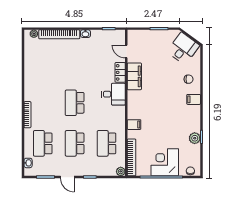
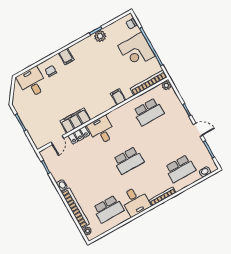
desk: (183, 48) -> (32, 82), moved, turned 53
desk: (36, 89) -> (135, 201), added
school desk: (75, 143) -> (108, 209), moved
door: (67, 177) -> (198, 130), hinge flipped

